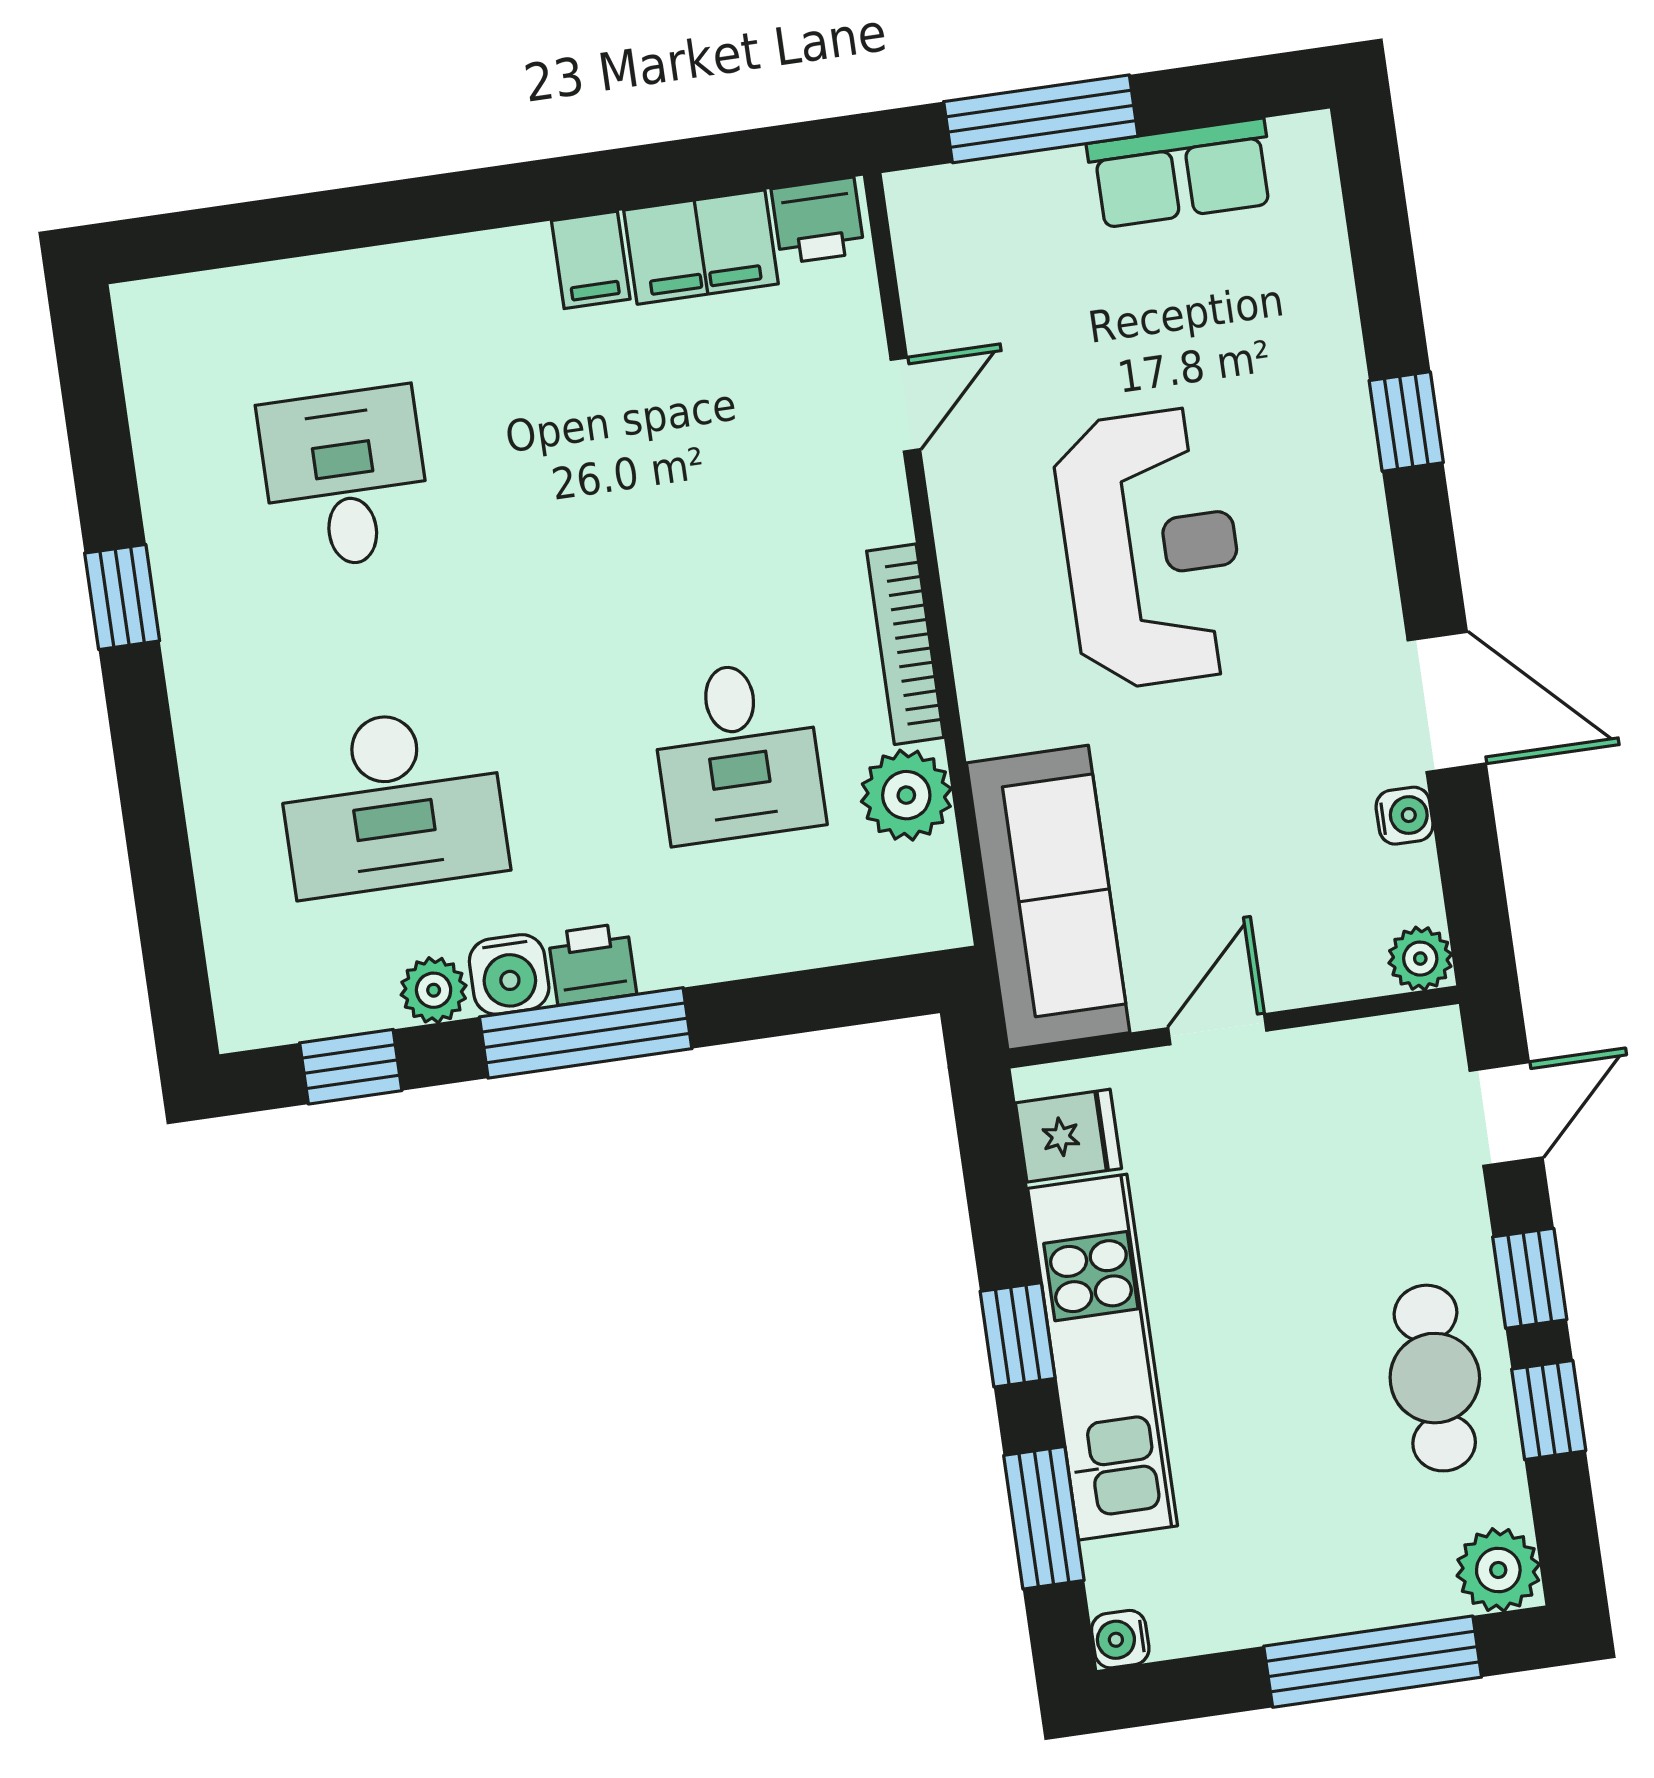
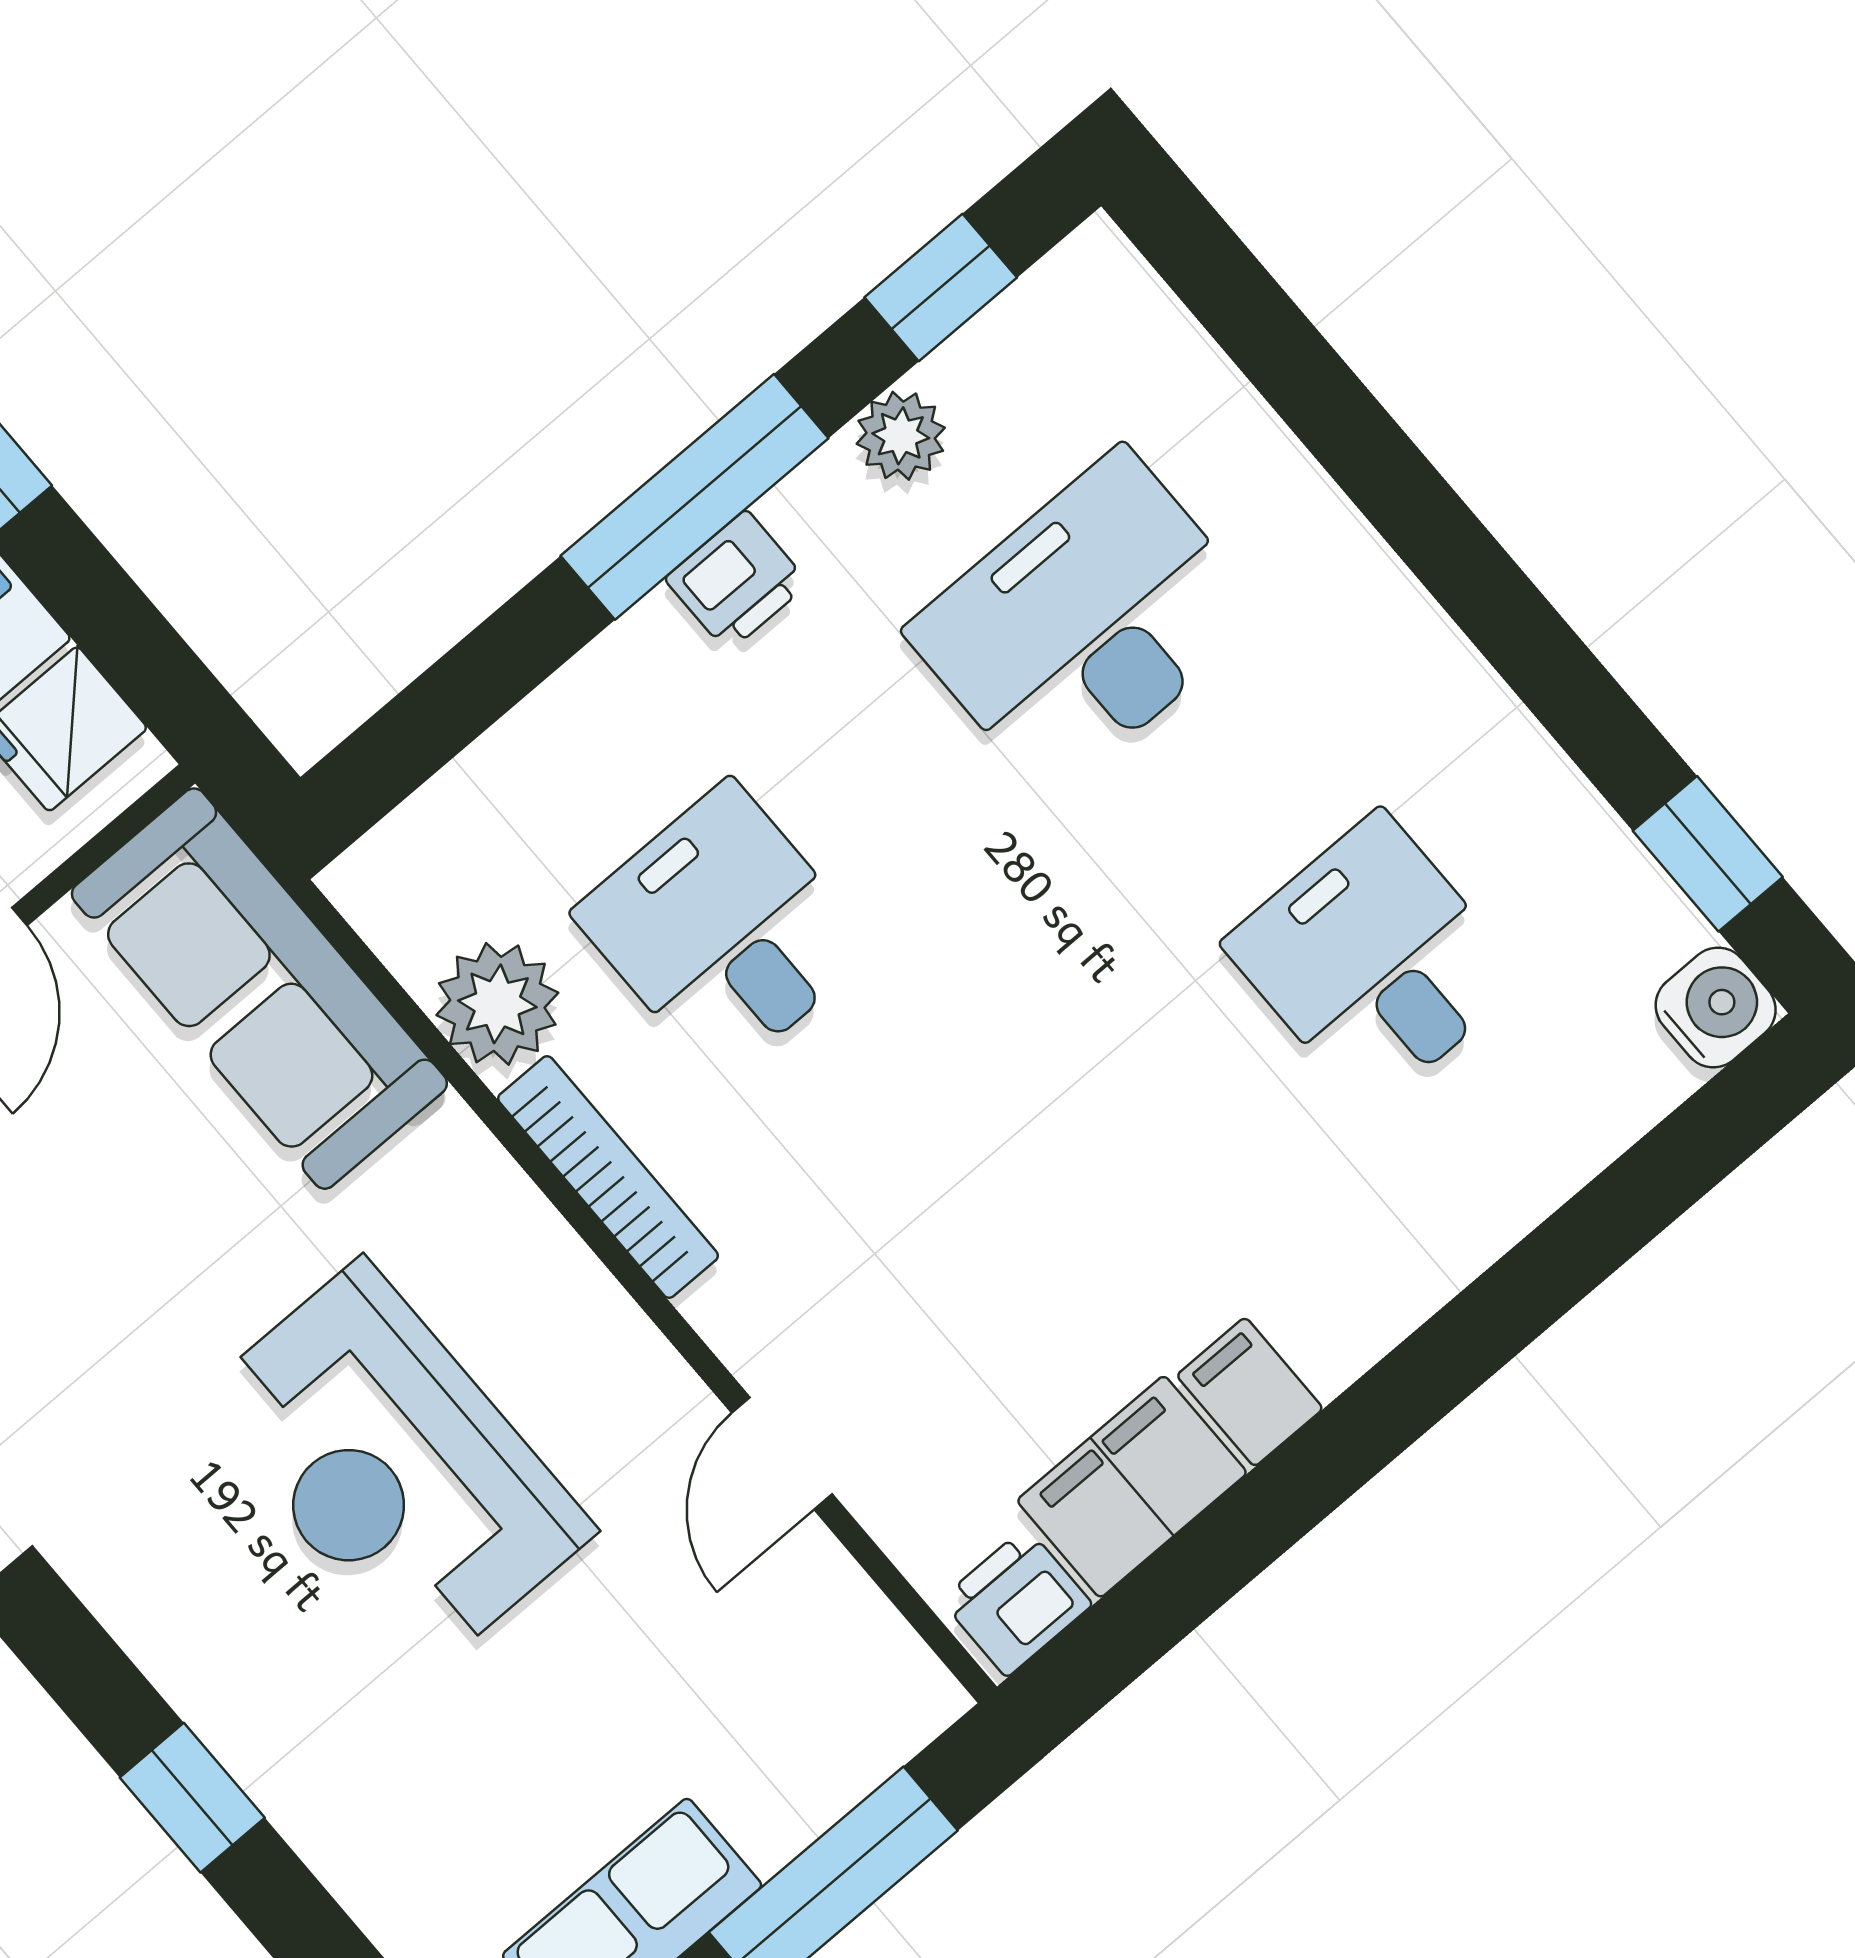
desk: (345, 478) -> (1374, 962), turned 180
window: (122, 597) -> (1708, 854), moved
water cooler: (509, 974) -> (1716, 1008), moved, turned 90

